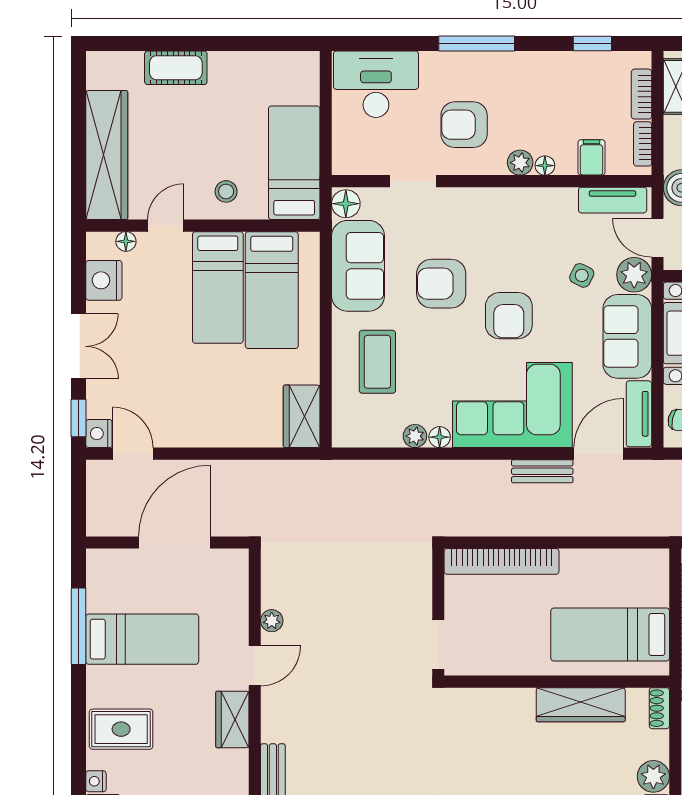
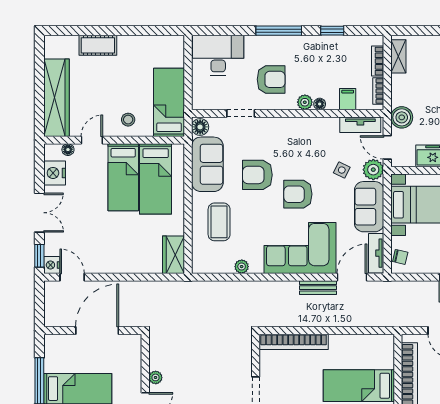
window: (592, 43) -> (332, 31), moved
armchair: (464, 125) -> (271, 79), turned 180
armchair: (509, 316) -> (298, 194), turned 90
floor lamp: (440, 437) -> (256, 267), removed

